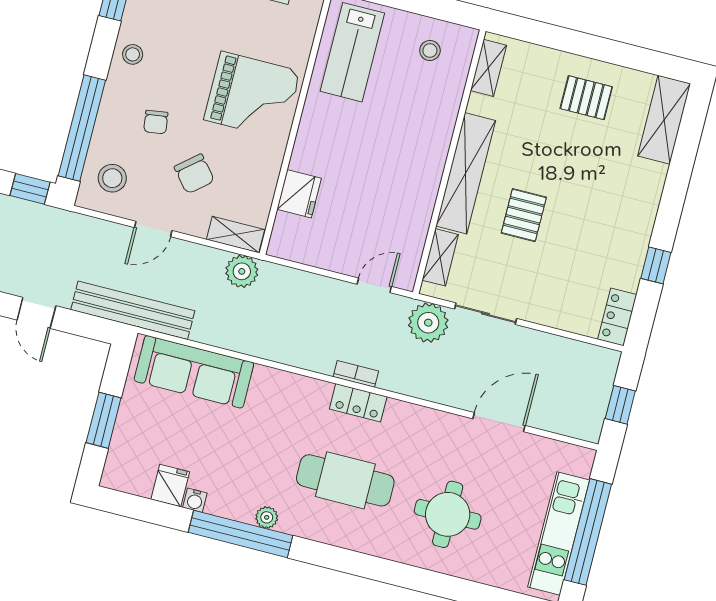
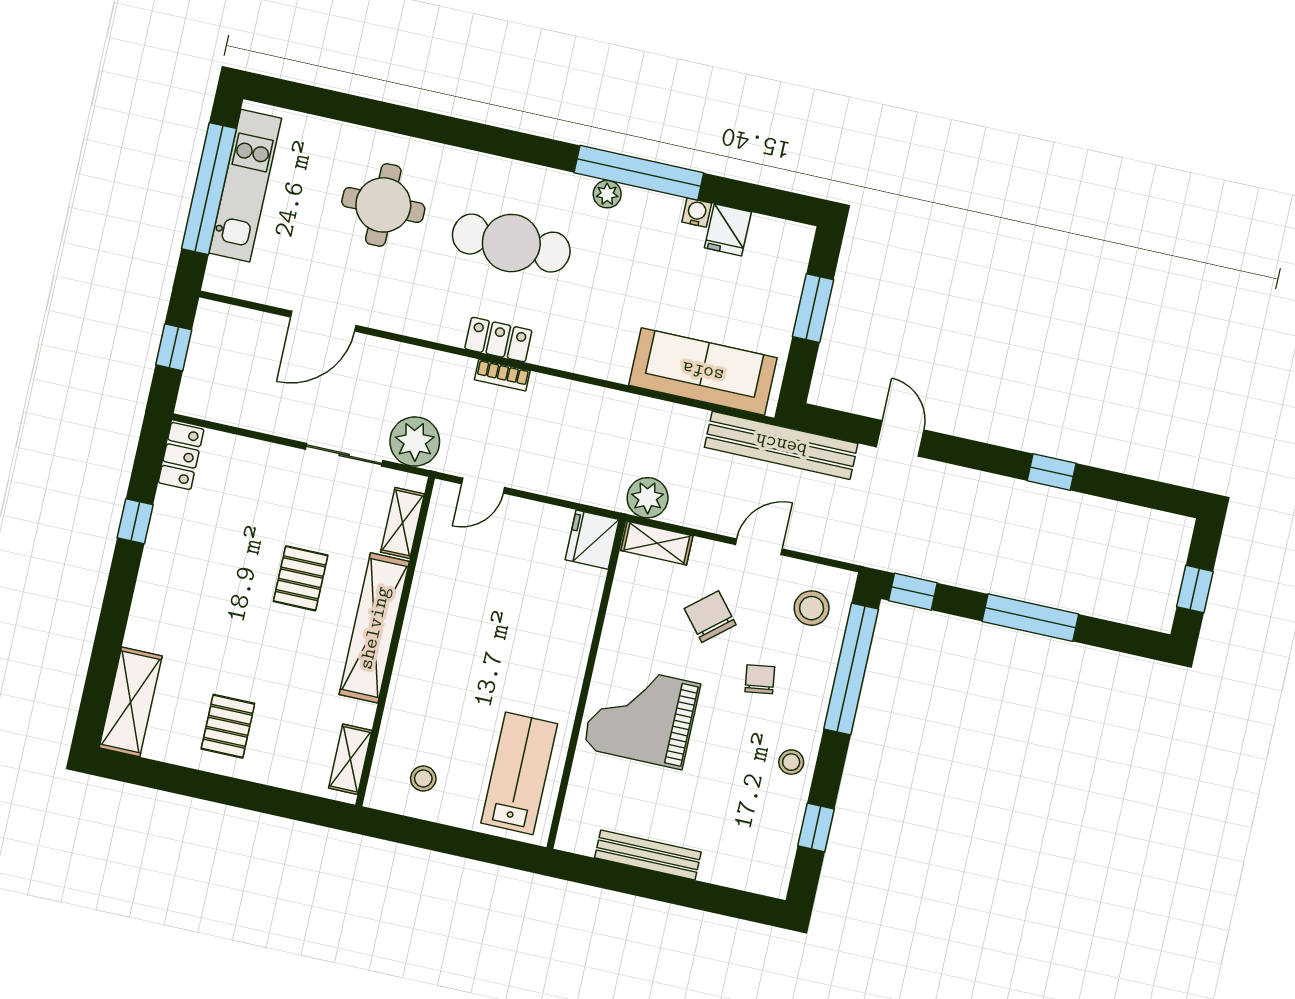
pallet: (586, 98) -> (228, 726), turned 90
fridge: (299, 194) -> (592, 540), moved

